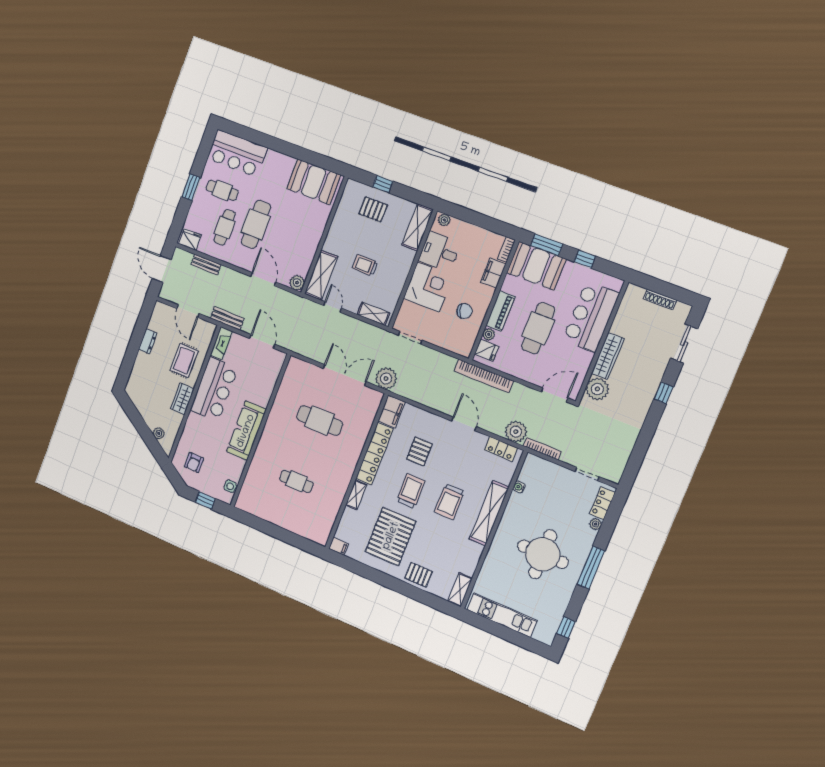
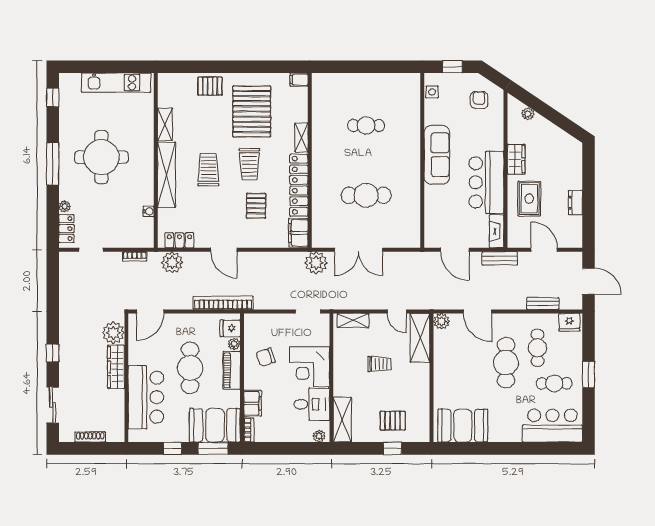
bookcase: (542, 449) -> (135, 256), width x0.64
shelving: (460, 590) -> (165, 124), moved

